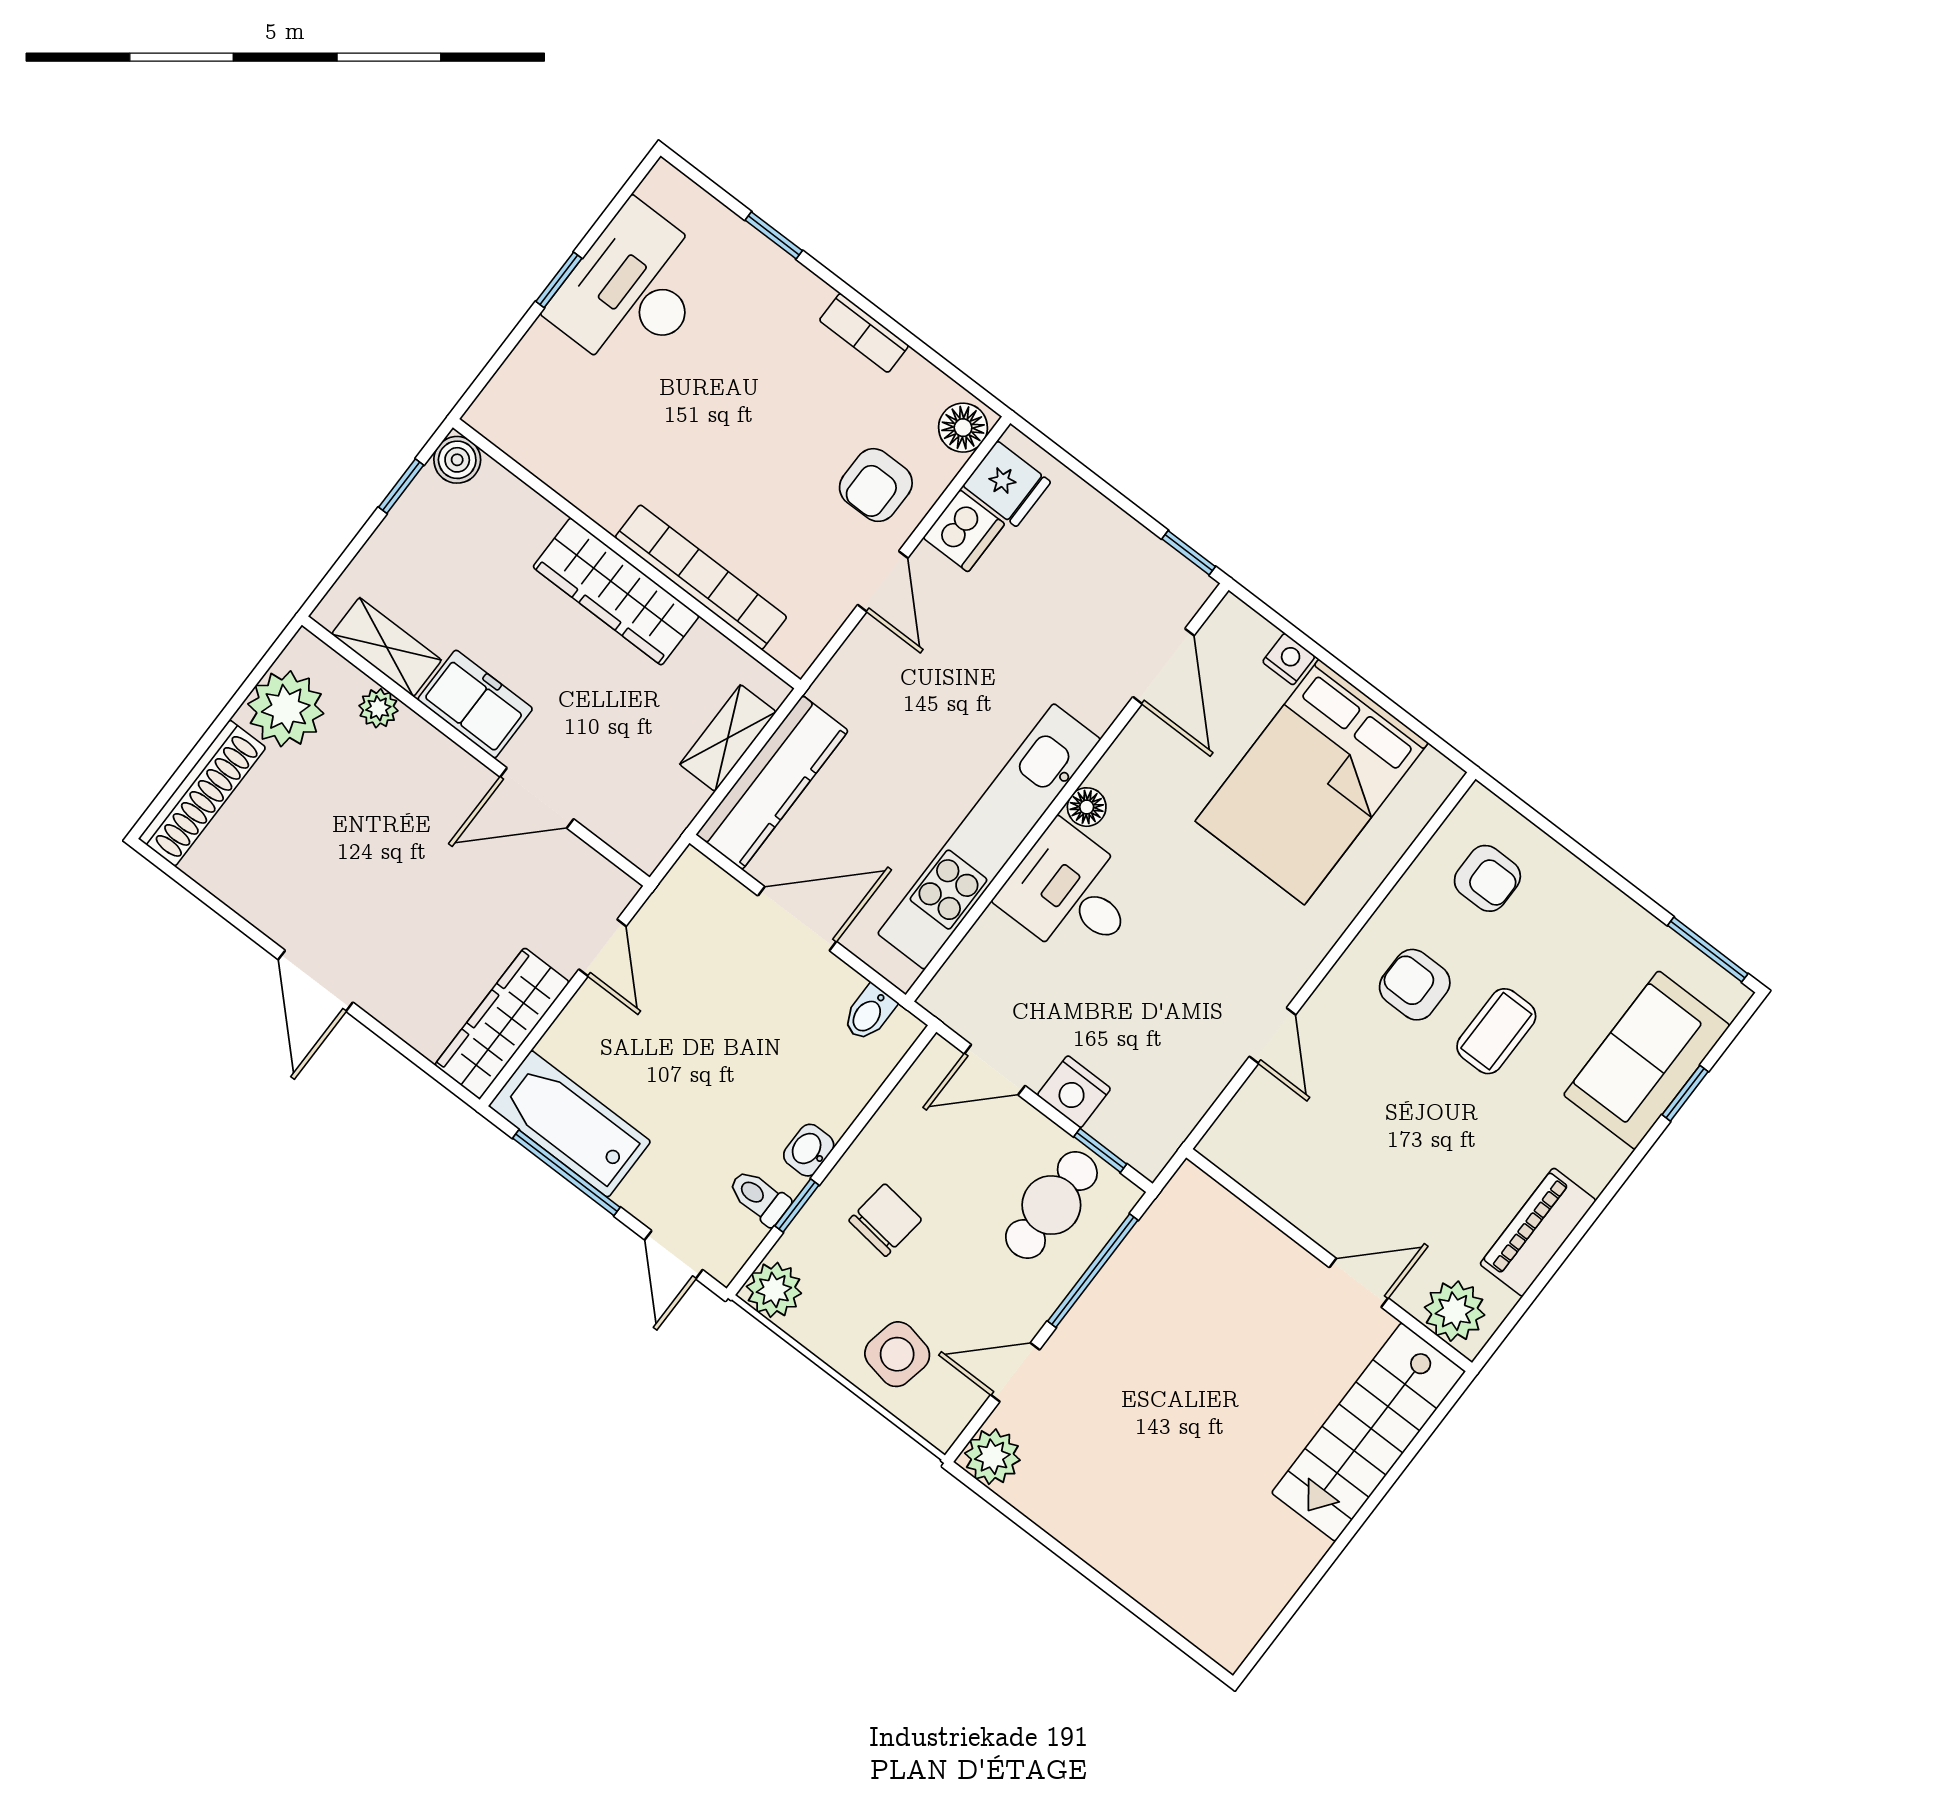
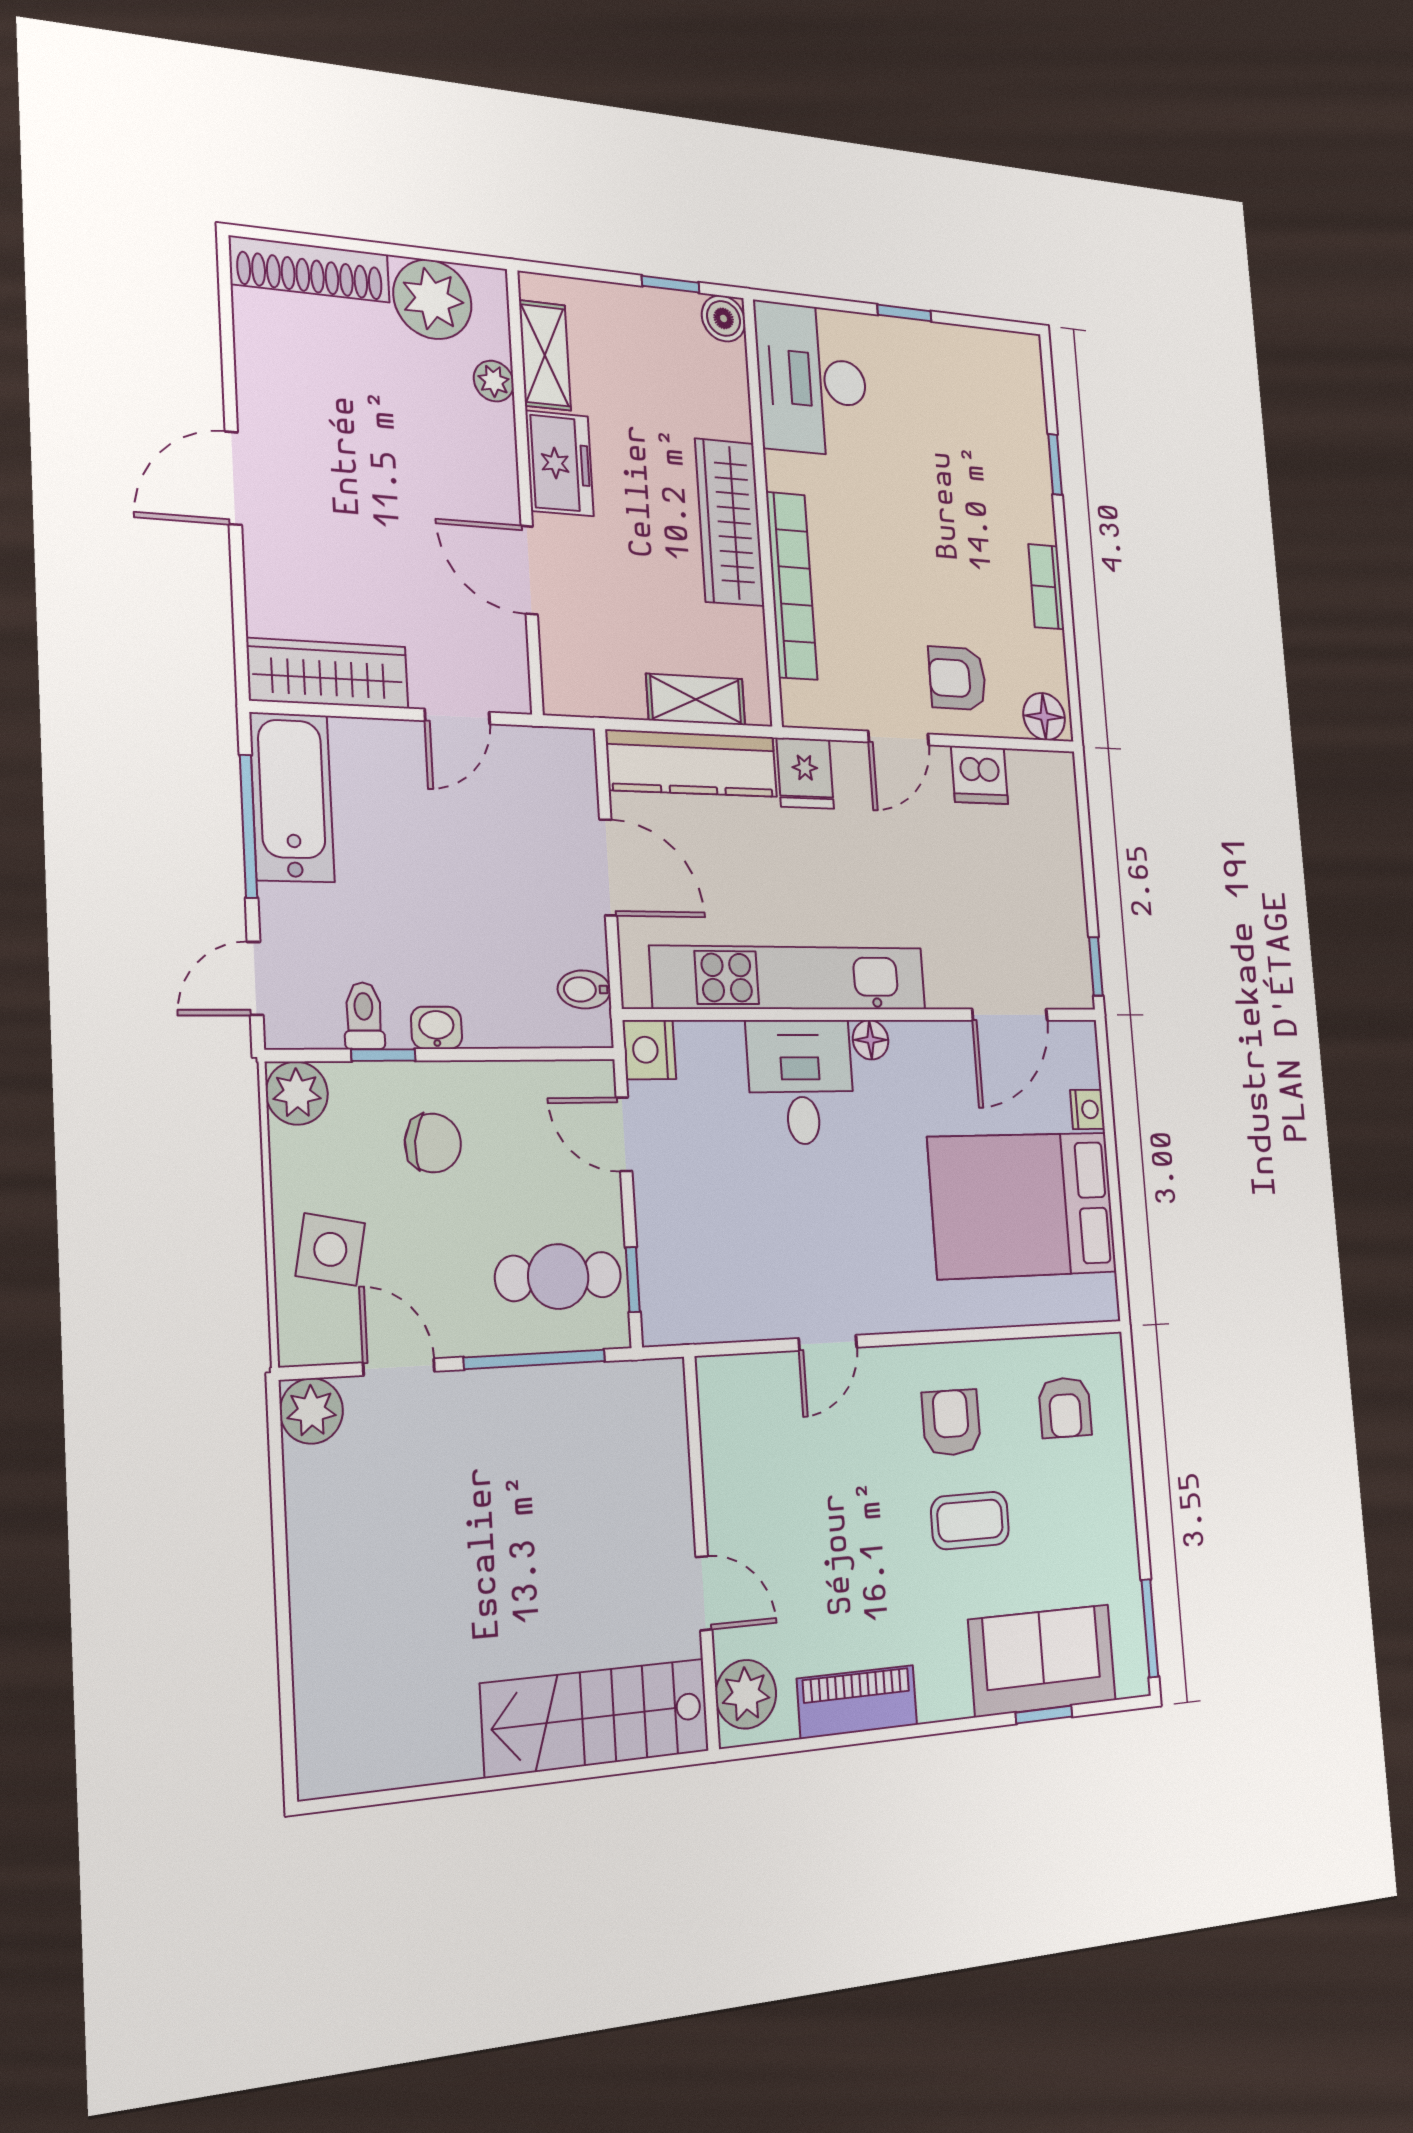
desk: (633, 290) -> (812, 380), moved, turned -90
fridge: (1007, 484) -> (805, 773), moved
nightstand: (1074, 1092) -> (649, 1050), moved

